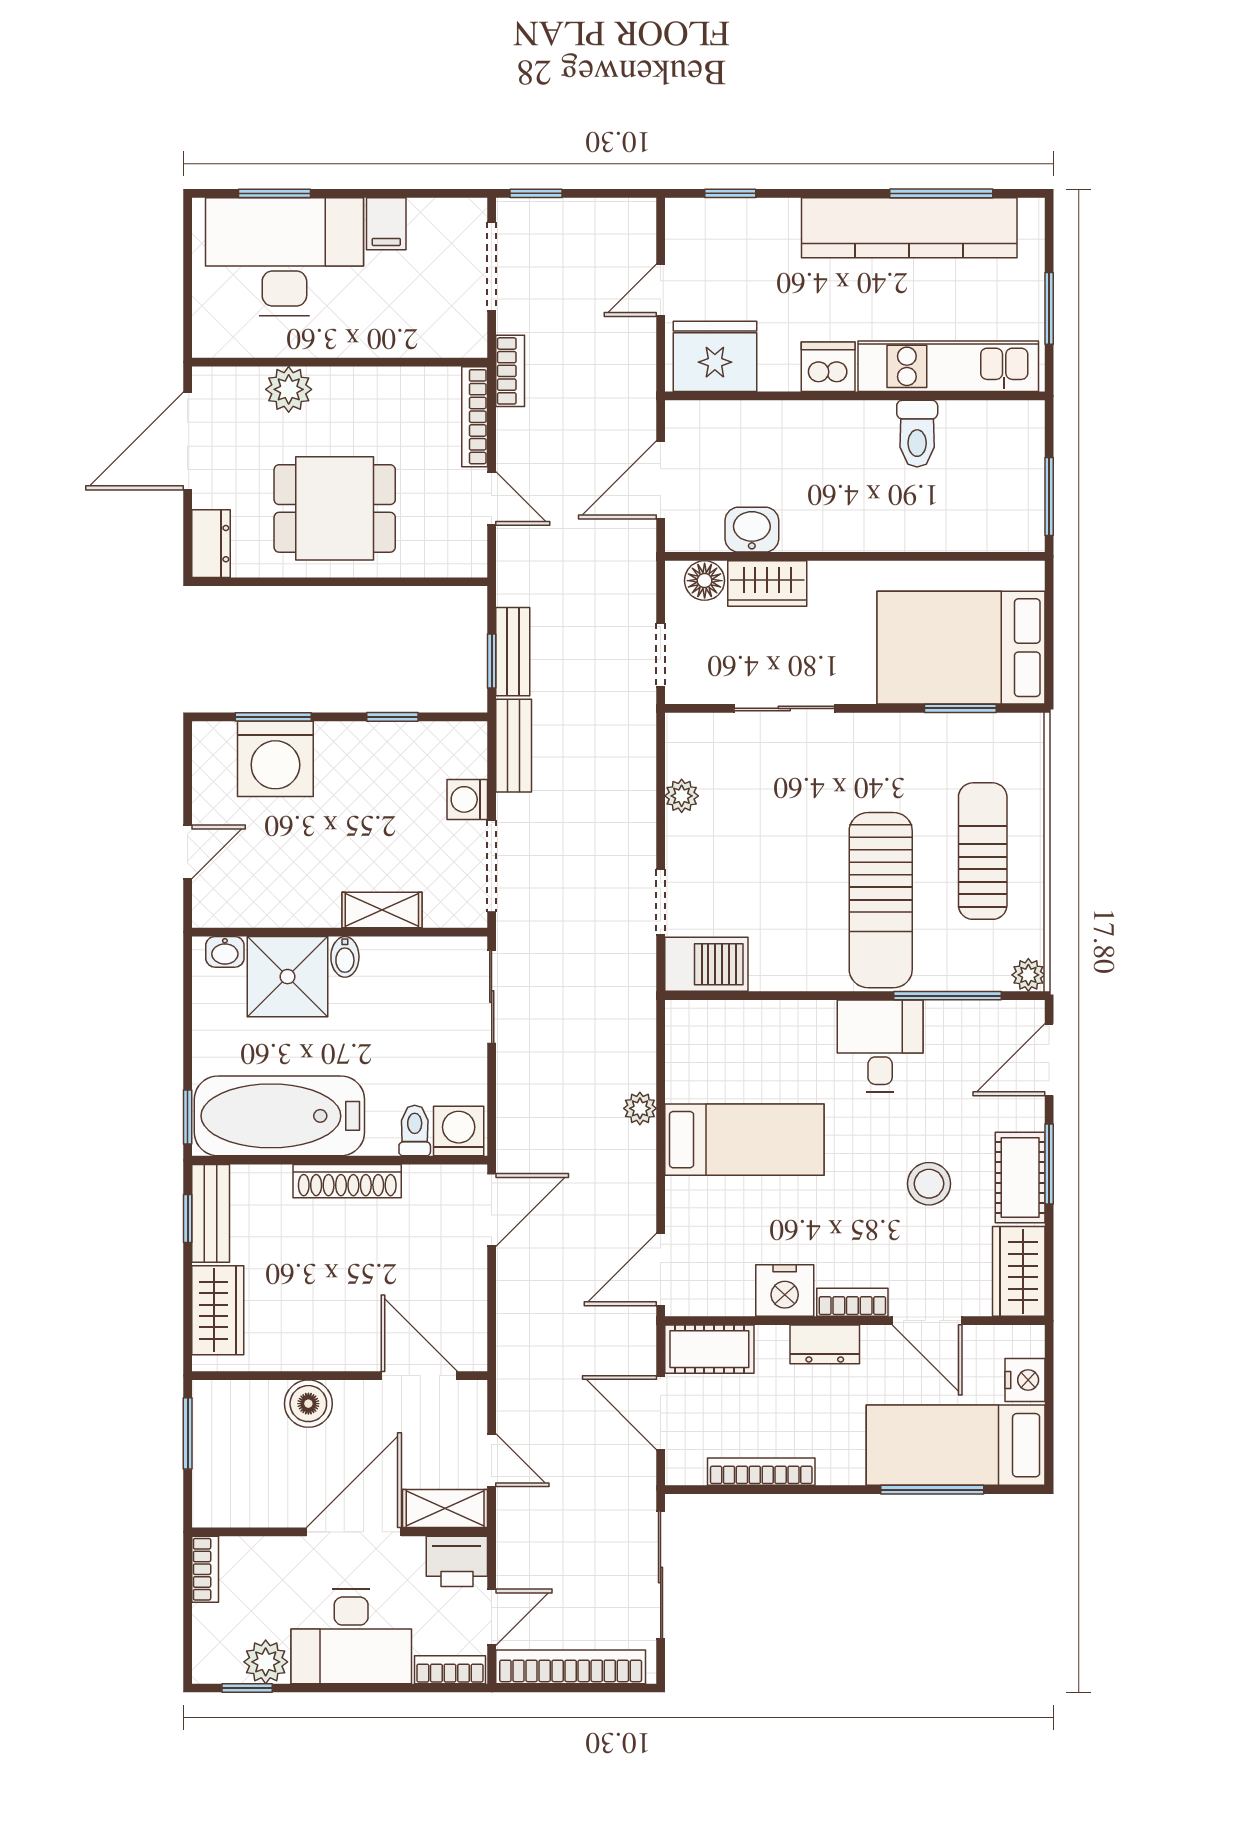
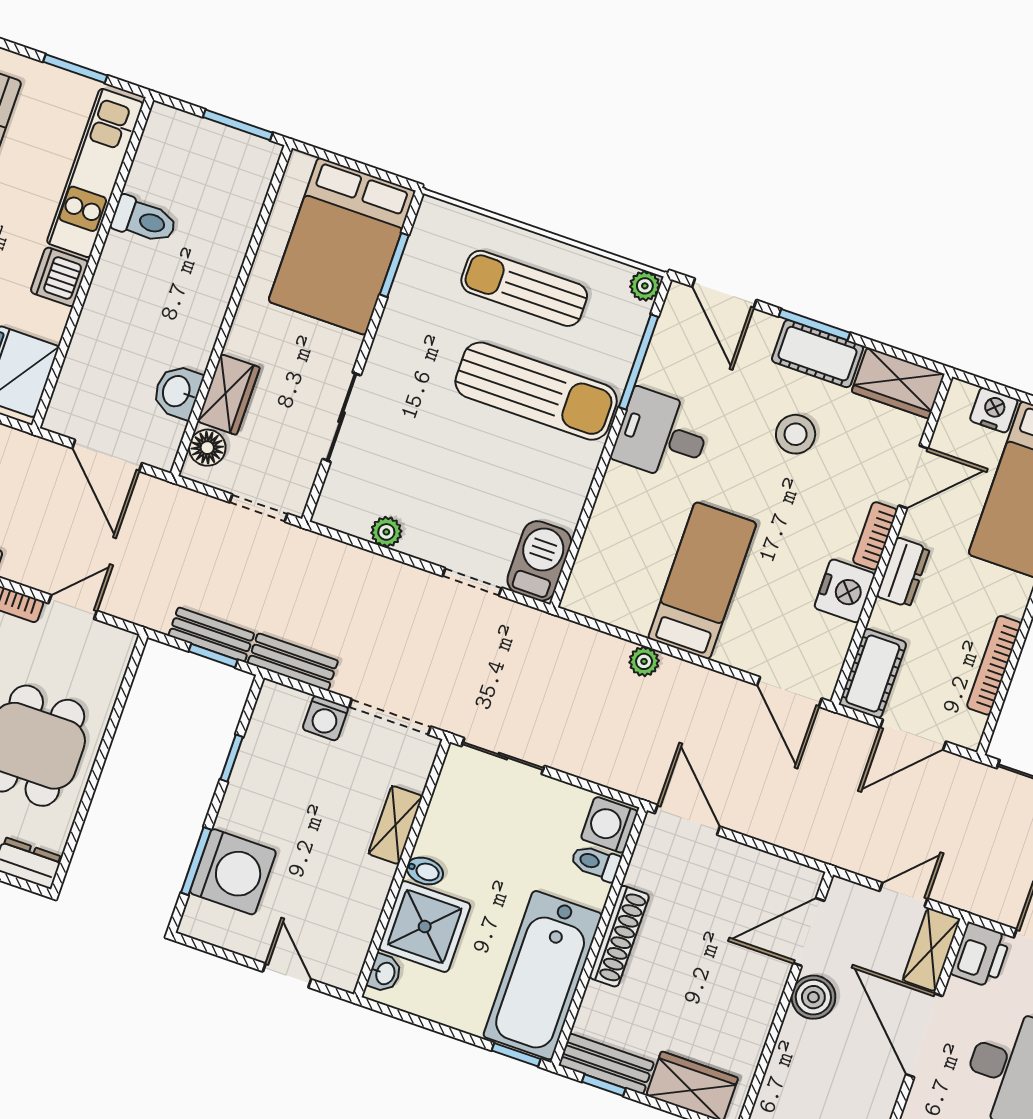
boiler: (308, 1404) -> (813, 997), moved

